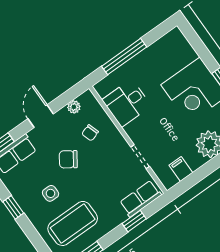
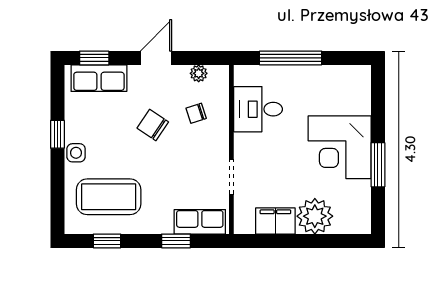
filing cabinet: (181, 169) -> (275, 221), width x2.00
side table: (51, 193) -> (76, 153), moved

